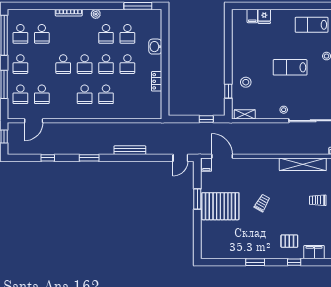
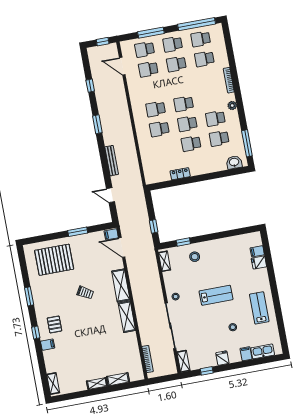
washbasin: (155, 47) -> (234, 162), moved
school desk: (63, 64) -> (176, 64), moved
lab bench: (290, 67) -> (216, 295), turned 90
door: (222, 156) -> (122, 247), swing flipped
door: (180, 158) -> (111, 195), moved
shelving: (303, 164) -> (127, 317), width x0.68
shelving: (262, 165) -> (121, 285), added
trolley: (318, 200) -> (97, 344), removed
pallet: (220, 206) -> (54, 260), moved, turned 90
filing cabinet: (314, 252) -> (48, 345), width x0.50

